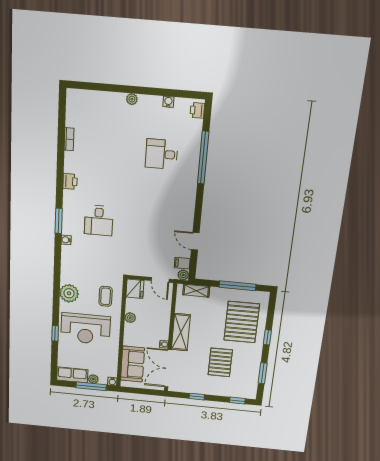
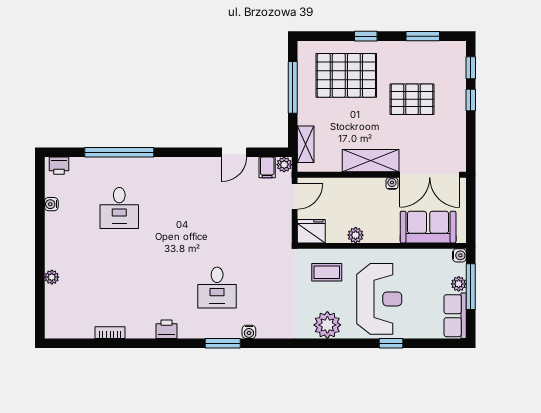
plant: (132, 99) -> (52, 277), moved
desk: (99, 220) -> (217, 288), turned 90
window: (197, 397) -> (471, 100), moved

